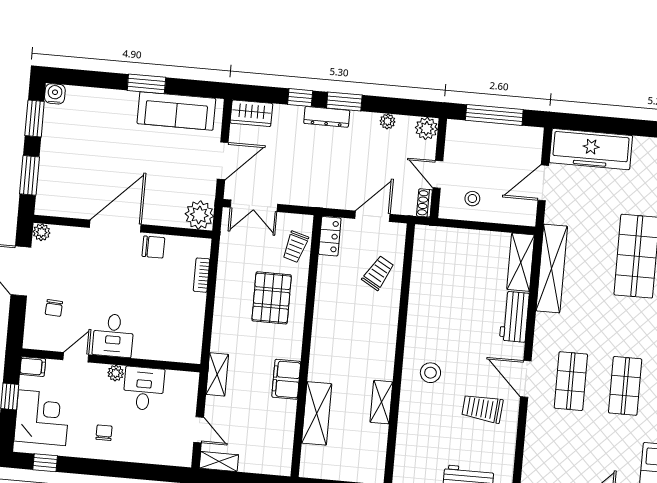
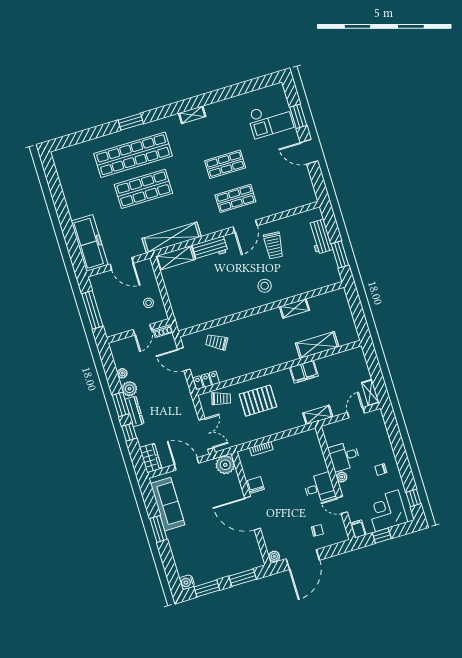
plant: (426, 128) -> (129, 389), moved

